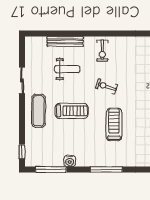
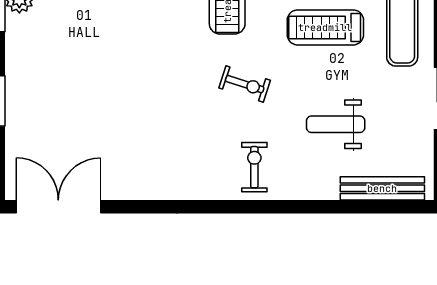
bench: (65, 41) -> (382, 188), moved

